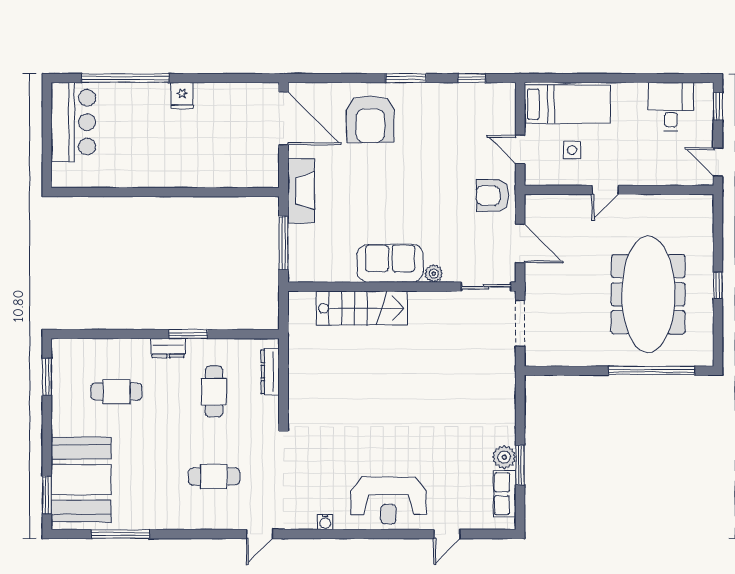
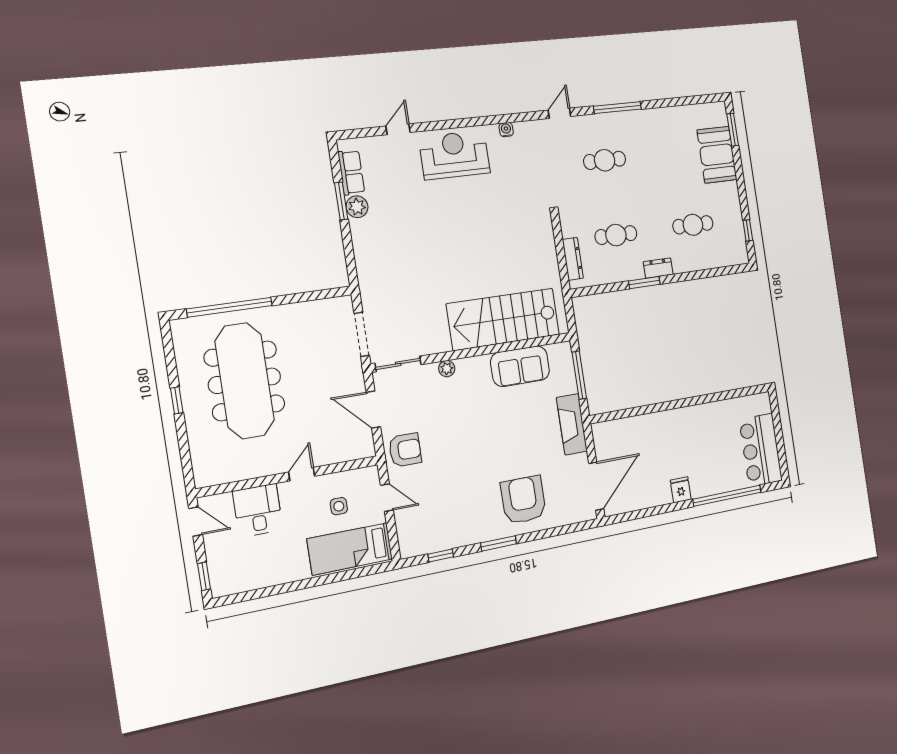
desk: (671, 107) -> (258, 510), moved, turned 180
door: (284, 118) -> (596, 486), swing flipped
sofa: (390, 263) -> (520, 366), moved
stairs: (362, 308) -> (503, 319), width x1.36, depth x1.51
window: (47, 377) -> (748, 230), width x0.67
cafe table: (214, 392) -> (616, 235), turned 90
booth: (81, 480) -> (717, 155), width x0.73, depth x0.70
window: (120, 534) -> (617, 108), moved

